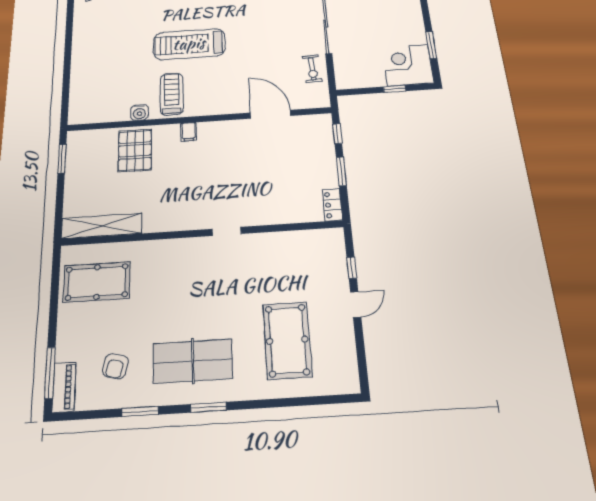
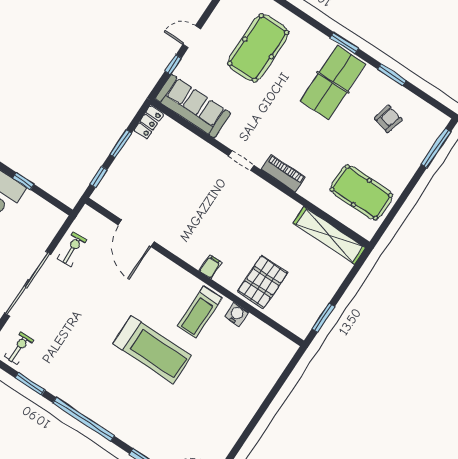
sofa: (306, 246) -> (193, 106), added
table tennis table: (193, 361) -> (333, 82), turned 90
piano: (64, 387) -> (283, 173), moved, turned 90

